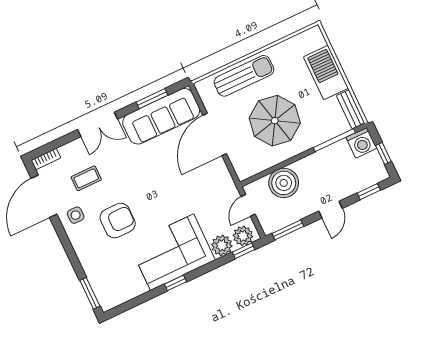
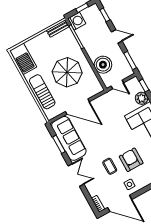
barbecue: (326, 72) -> (23, 59), moved, turned -90
coffee table: (86, 178) -> (110, 166), moved
plant: (243, 236) -> (135, 86), removed

